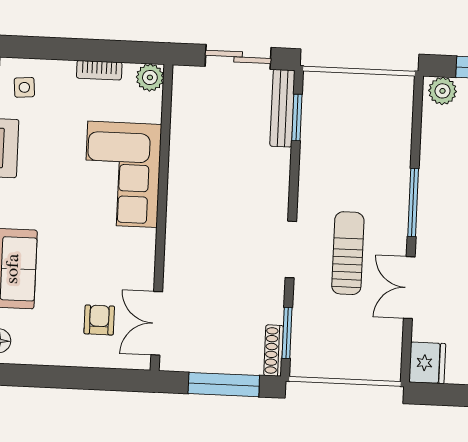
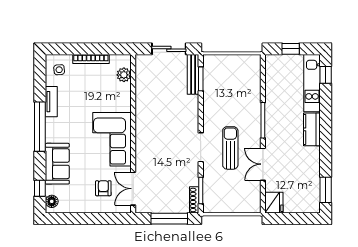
bookcase: (99, 70) -> (91, 59), width x1.56
plant: (150, 77) -> (124, 75), moved
plant: (442, 91) -> (275, 62), removed
corner sofa: (123, 174) -> (112, 139), moved

